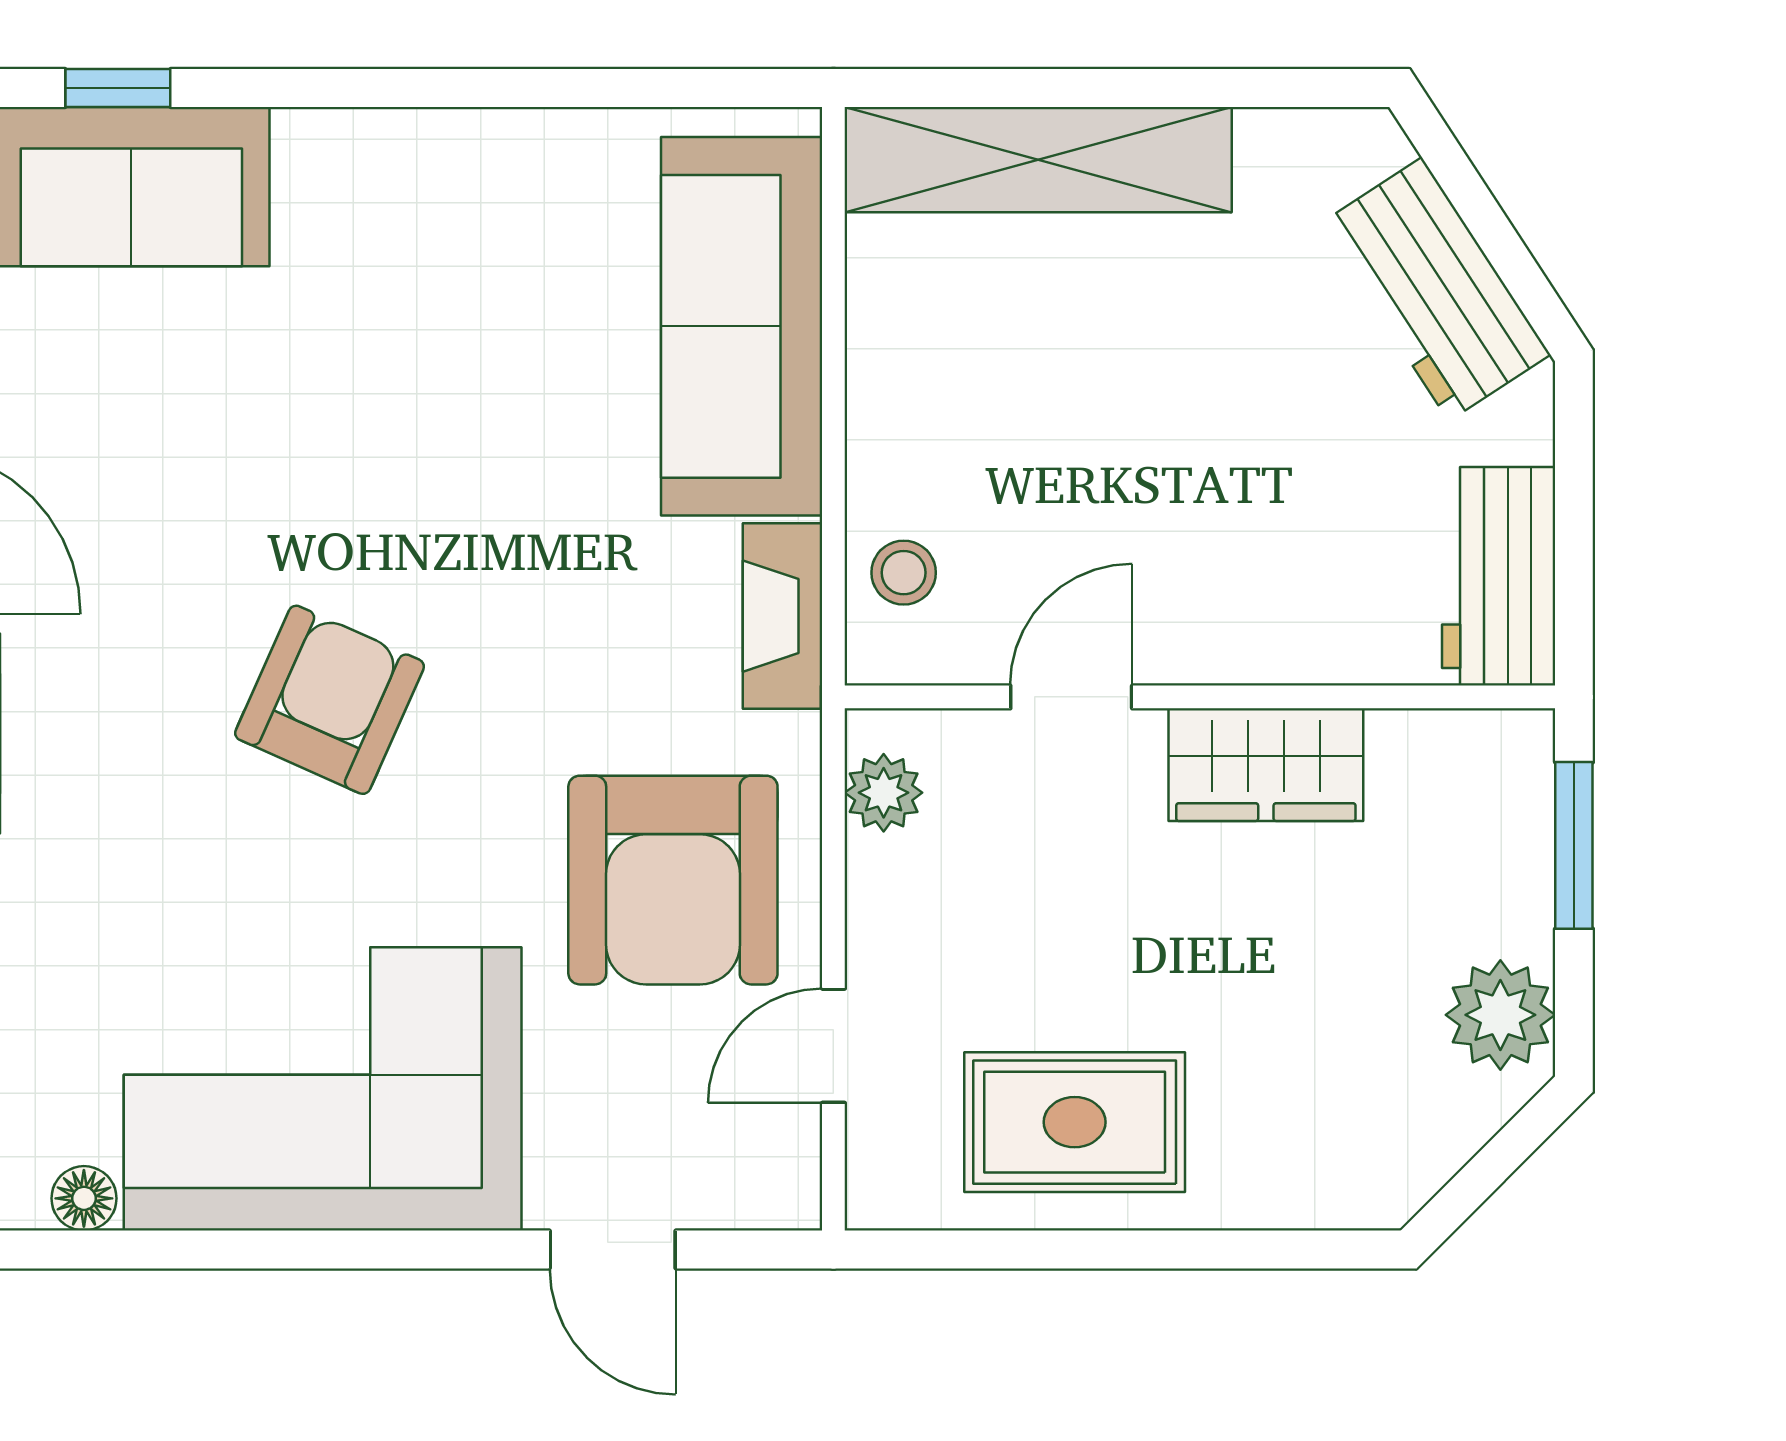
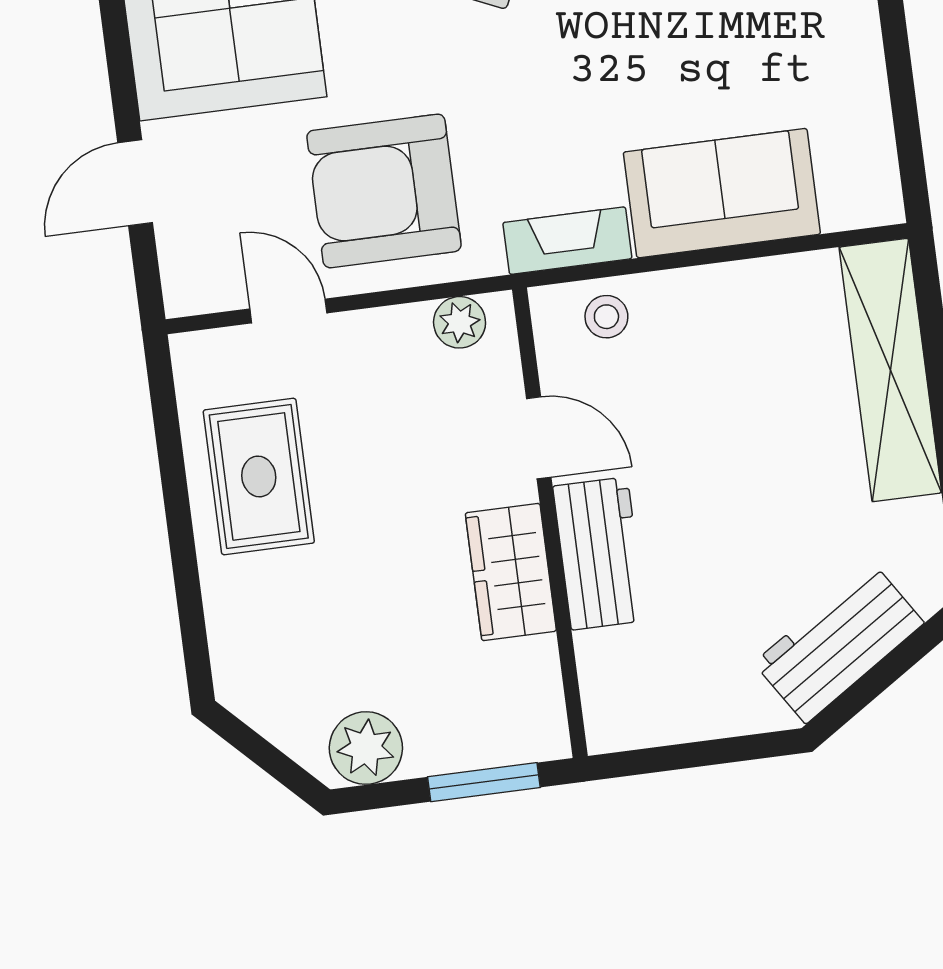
sofa: (742, 326) -> (722, 193), width x0.73
workbench: (1499, 576) -> (599, 553), moved, turned 90

